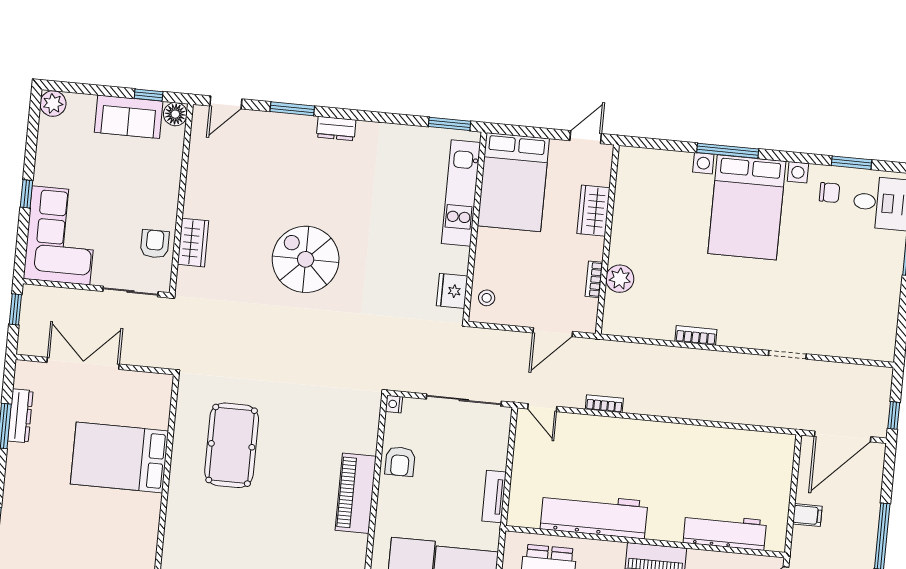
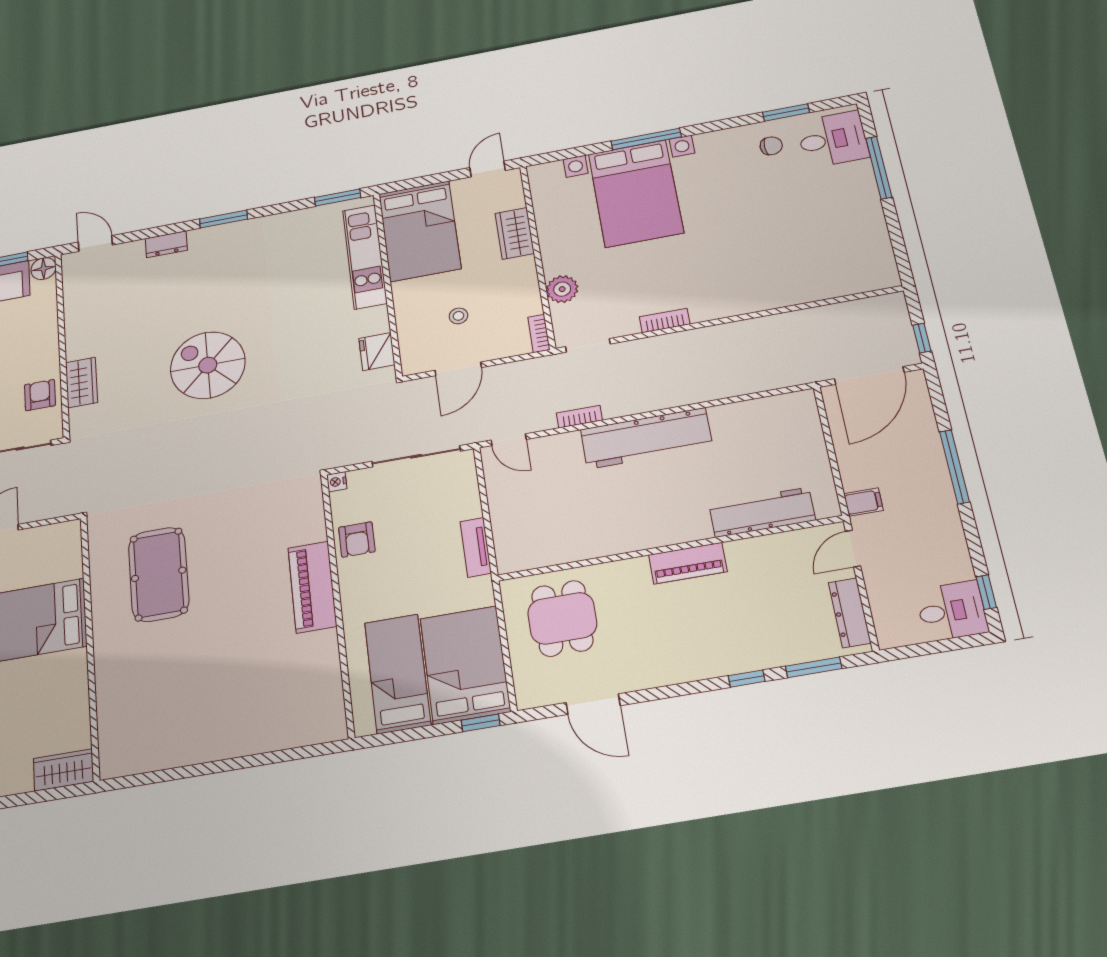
door: (226, 102) -> (95, 243), swing flipped
window: (292, 109) -> (224, 219), moved
dresser: (336, 129) -> (166, 244), moved
bed with nightstands: (747, 207) -> (636, 193), moved
bookcase: (594, 279) -> (539, 333), moved
stool: (487, 298) -> (458, 316), moved
door: (553, 332) -> (458, 369), moved
doorway: (787, 355) -> (588, 345), moved
workbench: (594, 515) -> (646, 438), moved, turned 180
filing cabinet: (807, 515) -> (863, 502), moved

